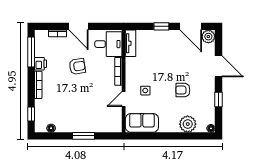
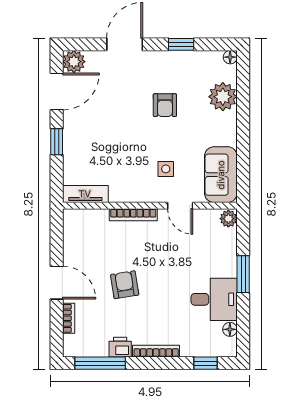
door: (79, 26) -> (57, 283), hinge flipped
desk: (108, 44) -> (214, 299), moved, turned 90
plant: (116, 127) -> (228, 219), added

